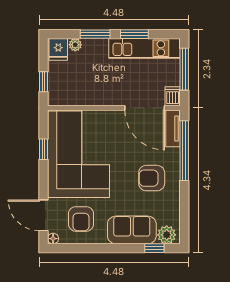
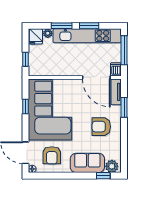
kitchen unit: (144, 48) -> (87, 36), width x1.36
window: (184, 151) -> (124, 107), width x0.47

